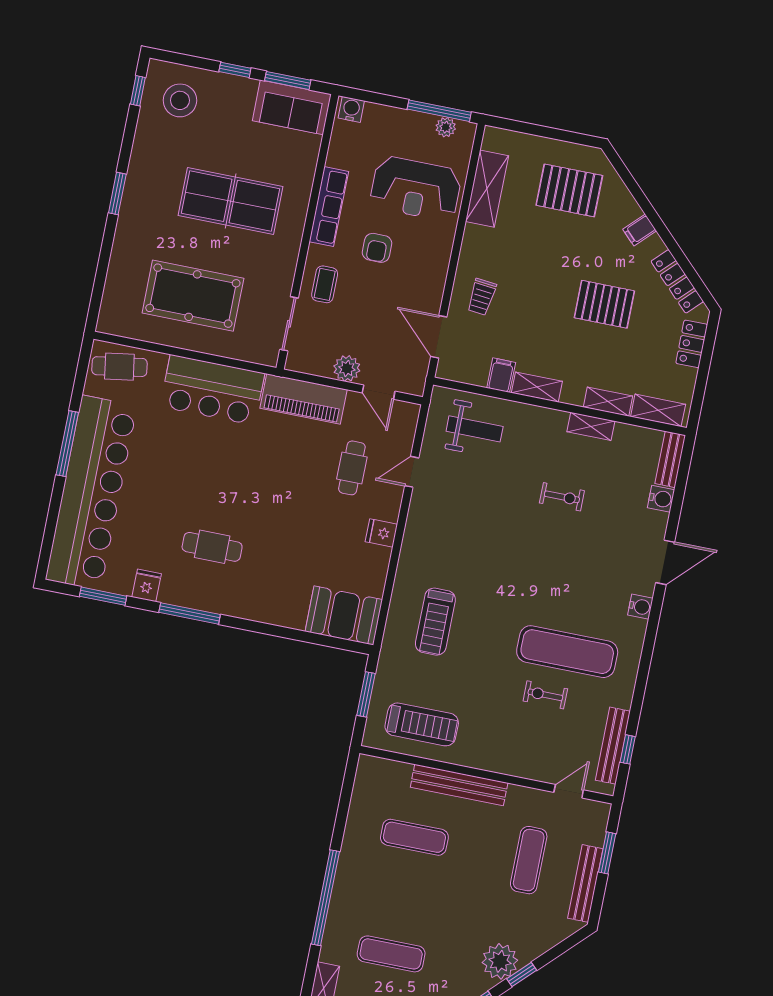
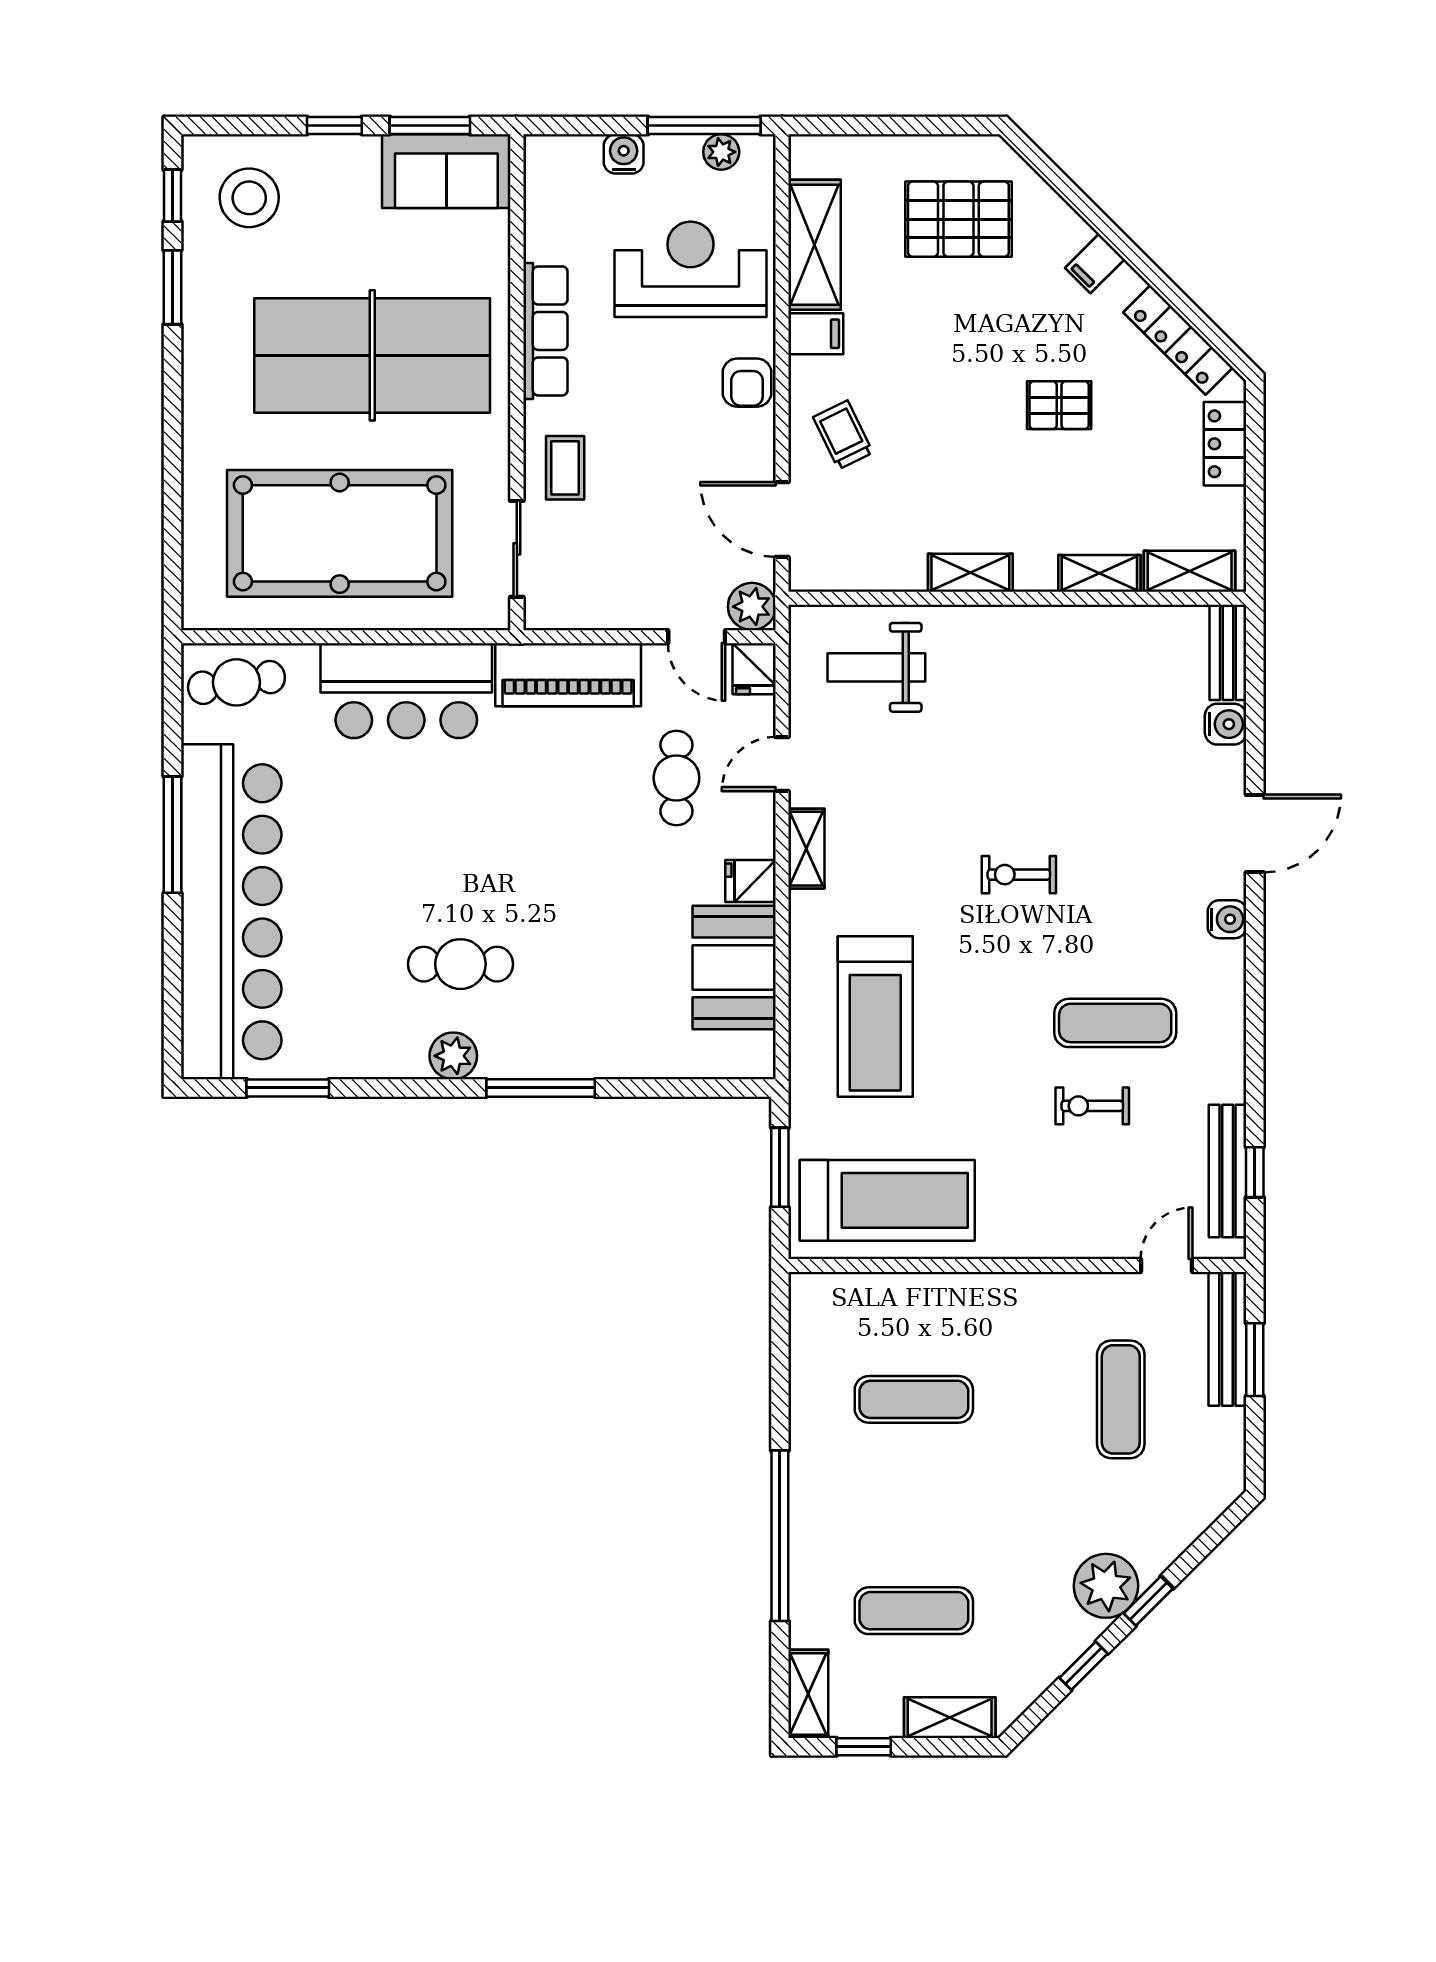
water cooler: (351, 109) -> (624, 154), moved
reception desk: (416, 189) -> (691, 269), turned 180
window: (117, 194) -> (173, 287), moved
table tennis table: (230, 201) -> (372, 355), width x1.36, depth x1.32
armchair: (377, 248) -> (747, 383), moved
pool table: (193, 296) -> (340, 533), width x1.36, depth x1.32
trolley: (482, 297) -> (843, 435), turned 148
pallet: (604, 304) -> (1059, 405), width x0.67, depth x0.71
plant: (347, 368) -> (752, 607), moved
filing cabinet: (501, 375) -> (816, 334), moved, turned 90
shelving: (591, 426) -> (806, 849), moved, turned 90
weight bench: (475, 429) -> (876, 667), turned 180
exercise bike: (562, 497) -> (1019, 875), moved, turned 180
fridge: (147, 585) -> (754, 669), moved, turned 180
plant: (198, 597) -> (453, 1056), added
window: (190, 613) -> (541, 1088), moved
booth: (344, 616) -> (734, 967), moved, turned 90
treadmill: (435, 622) -> (875, 1017), width x1.37, depth x1.38
exercise mat: (567, 652) -> (1115, 1023), width x0.73, depth x0.69
treadmill: (422, 724) -> (887, 1200), width x1.37, depth x1.37
bench: (459, 785) -> (973, 1293), removed
bench: (585, 883) -> (1227, 1339), moved

